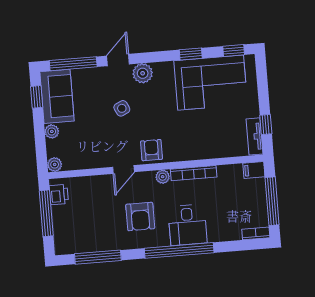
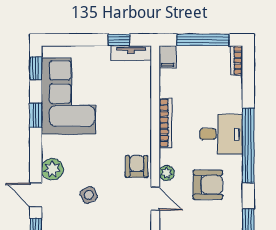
armchair: (152, 150) -> (137, 166), turned 90
plant: (163, 177) -> (167, 173), moved

